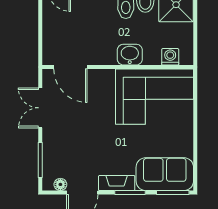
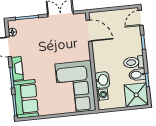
washbasin: (130, 55) -> (102, 80), moved
door: (70, 67) -> (89, 31), swing flipped

